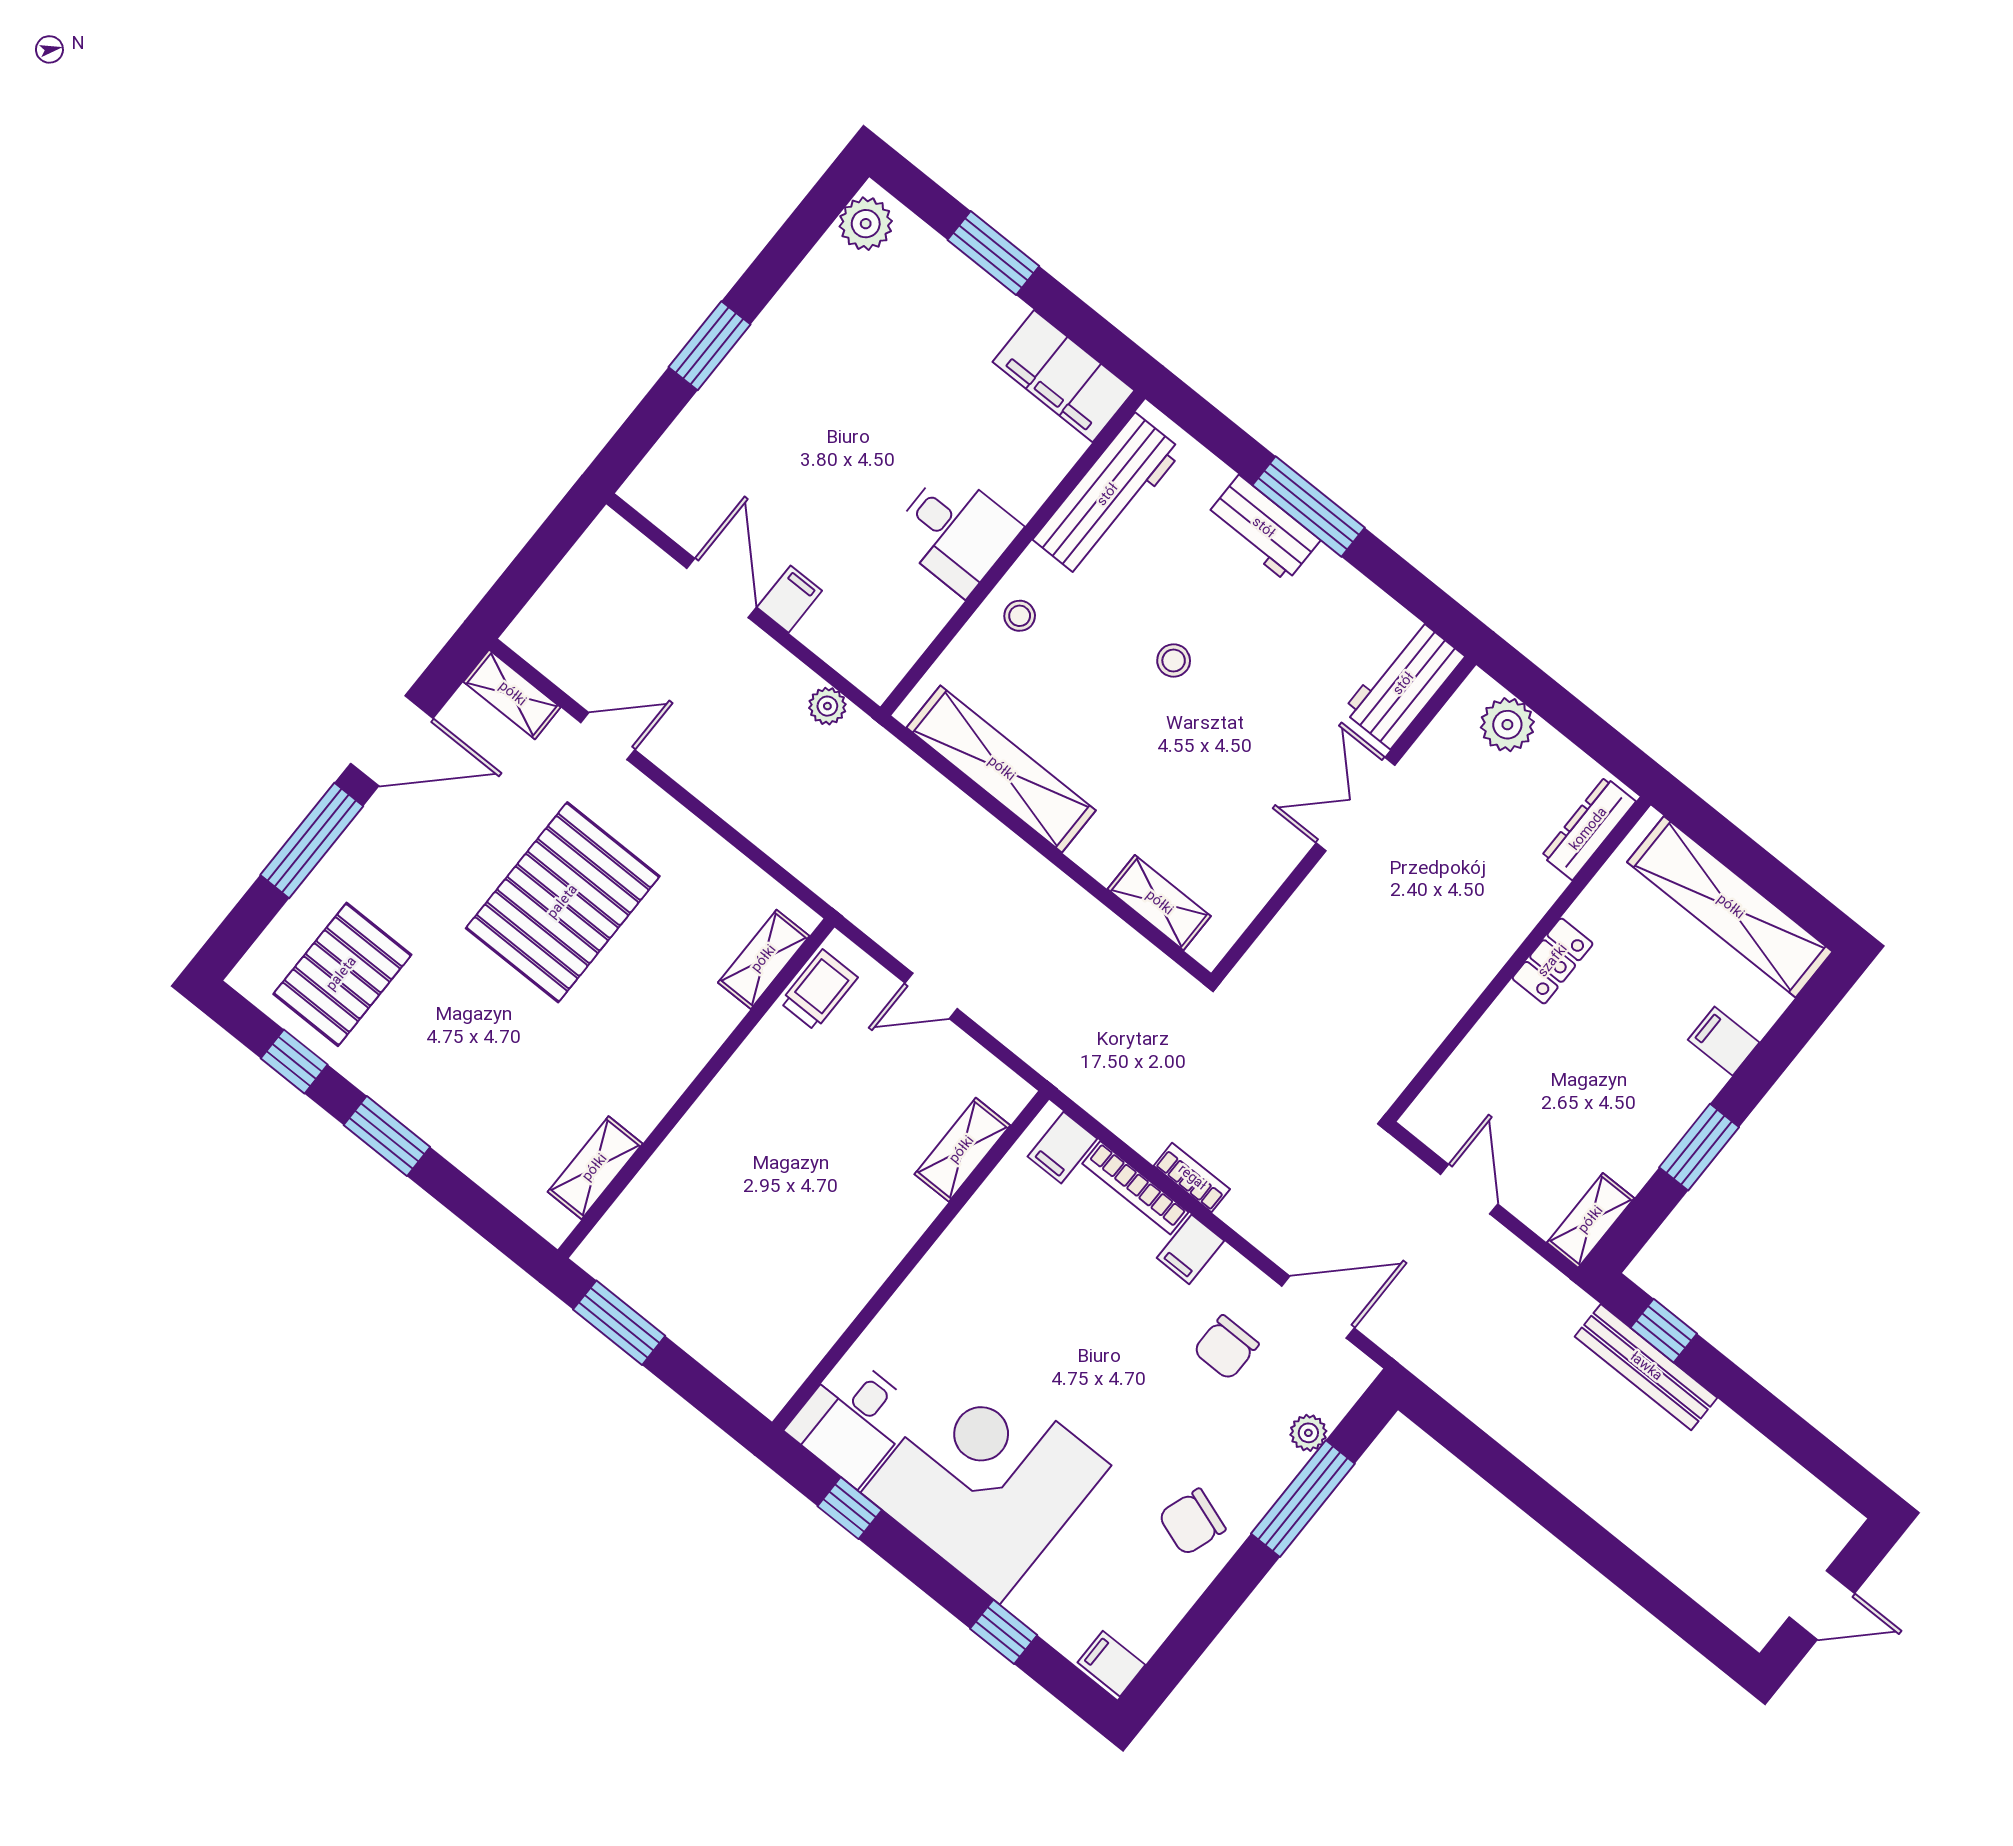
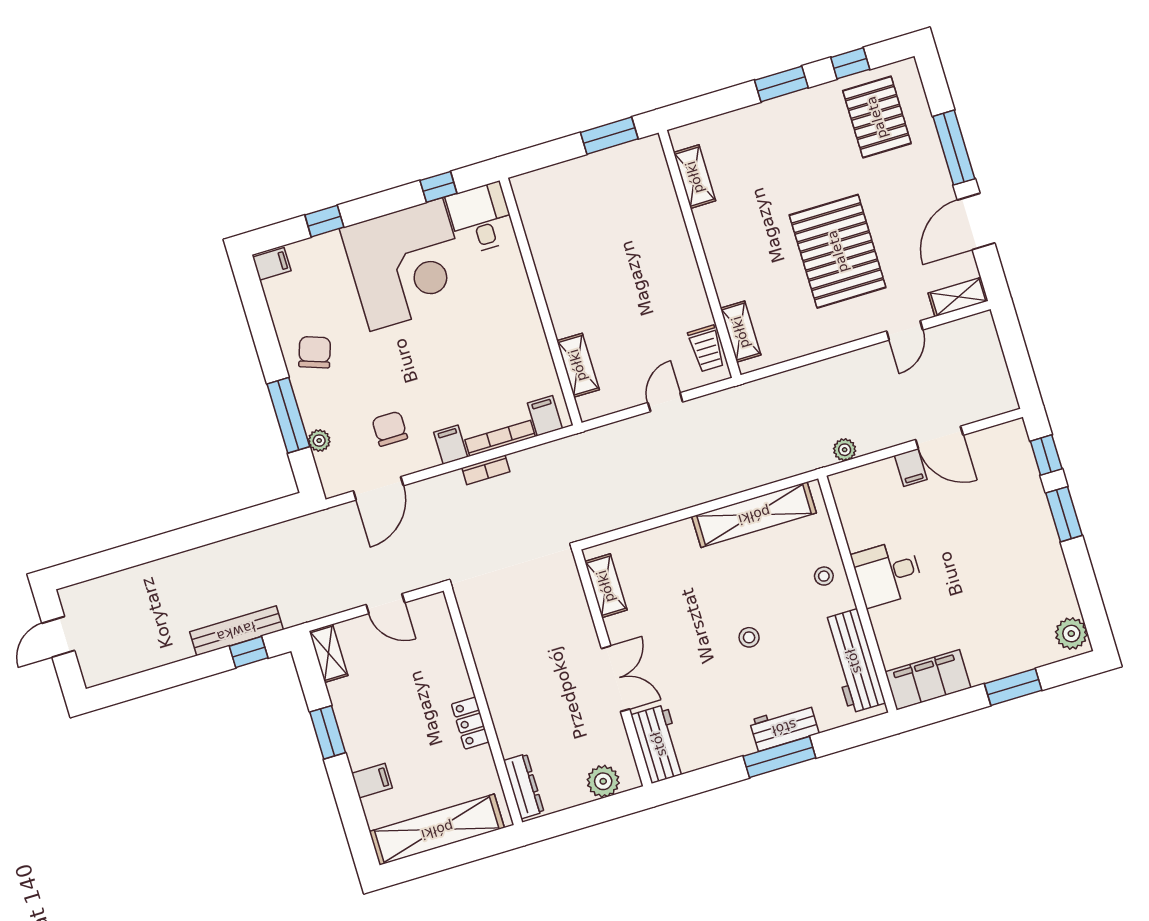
window: (645, 426) -> (1046, 455), added
shelving: (1159, 903) -> (606, 586), moved, turned 90

